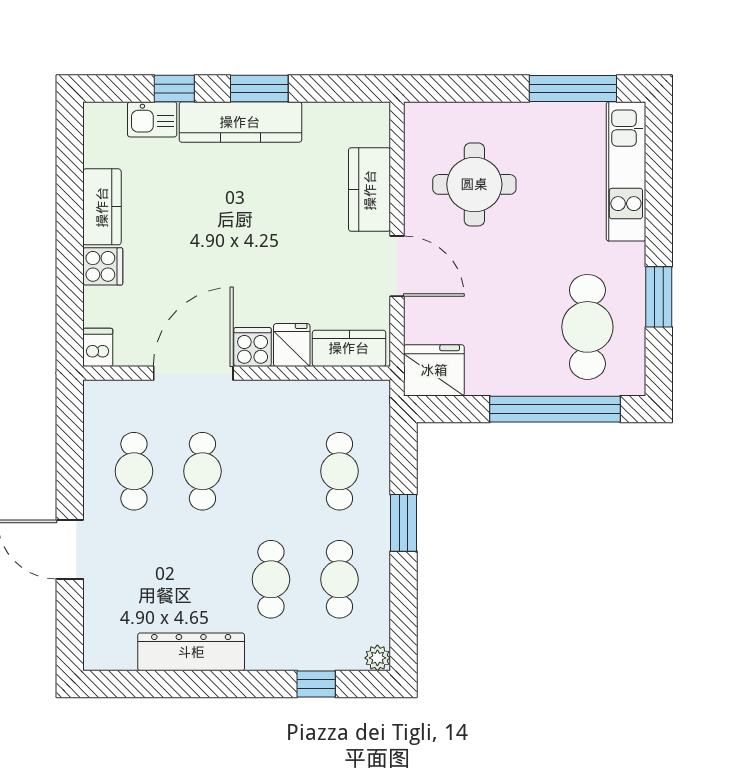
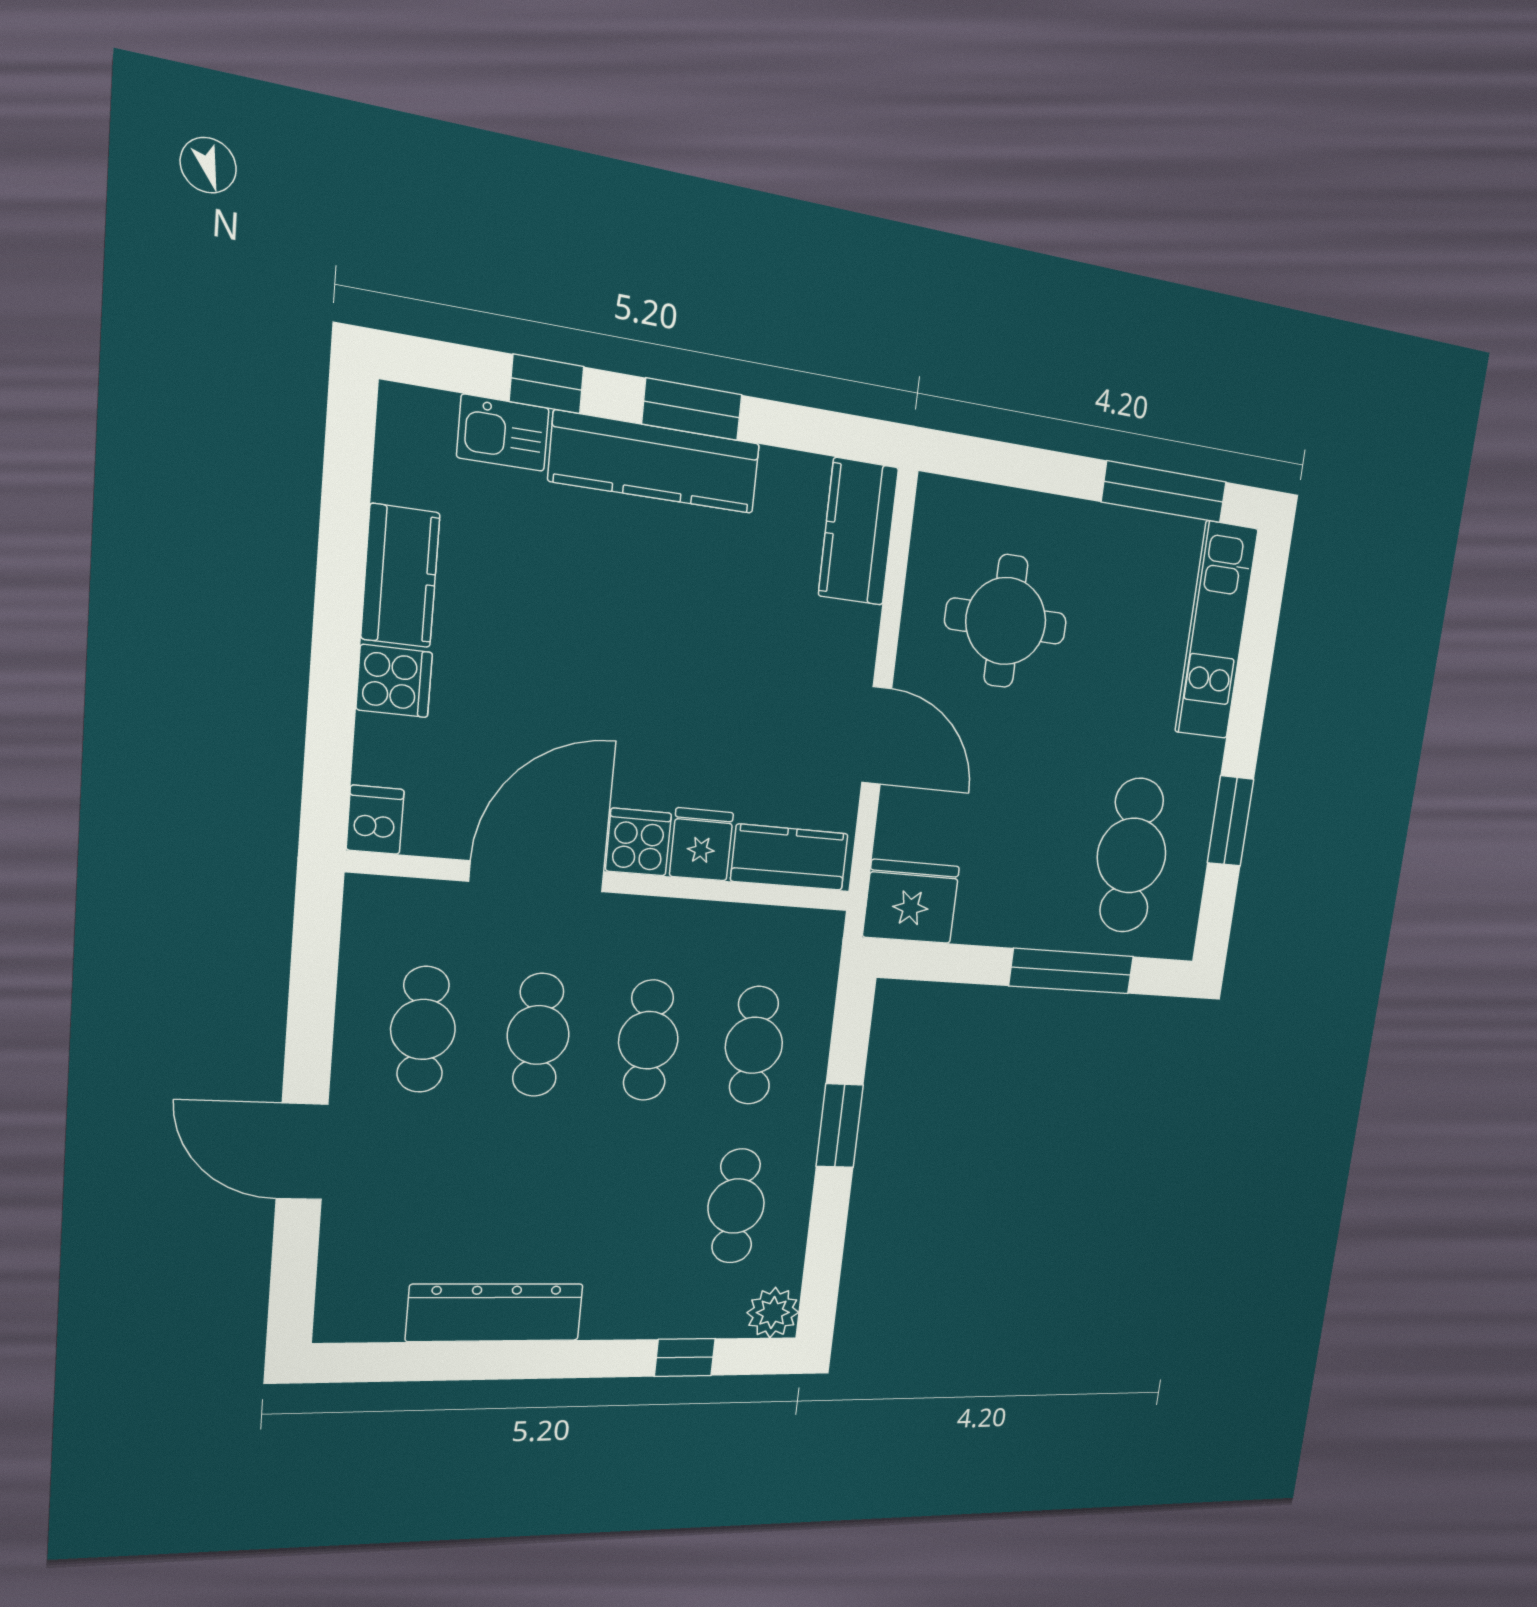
kitchen counter: (370, 190) -> (858, 532), moved
window: (555, 409) -> (1071, 971), width x0.68
cafe table: (271, 579) -> (648, 1040), moved
plant: (377, 658) -> (773, 1313), width x1.38, depth x1.38

